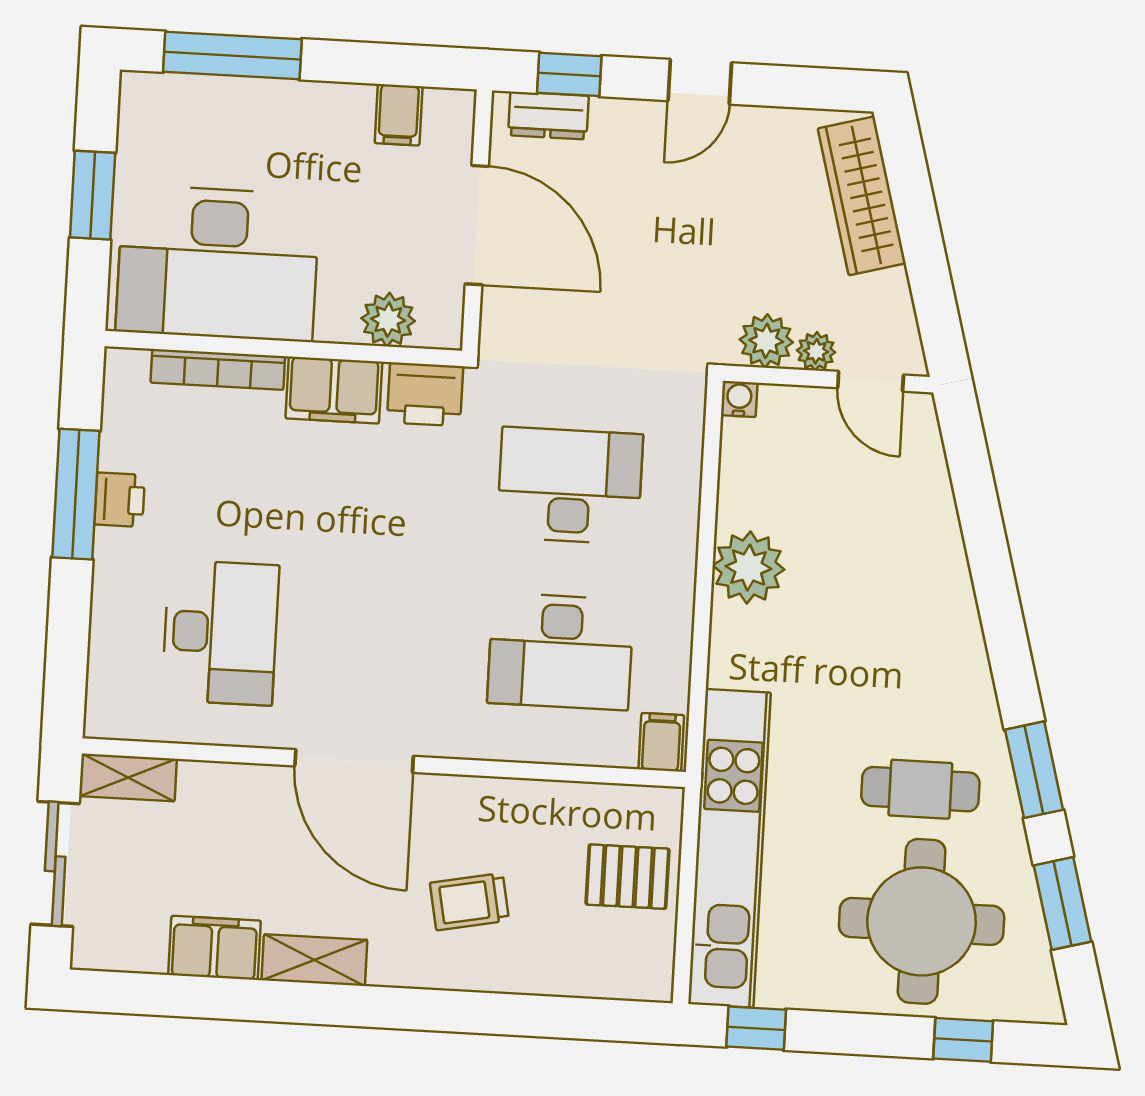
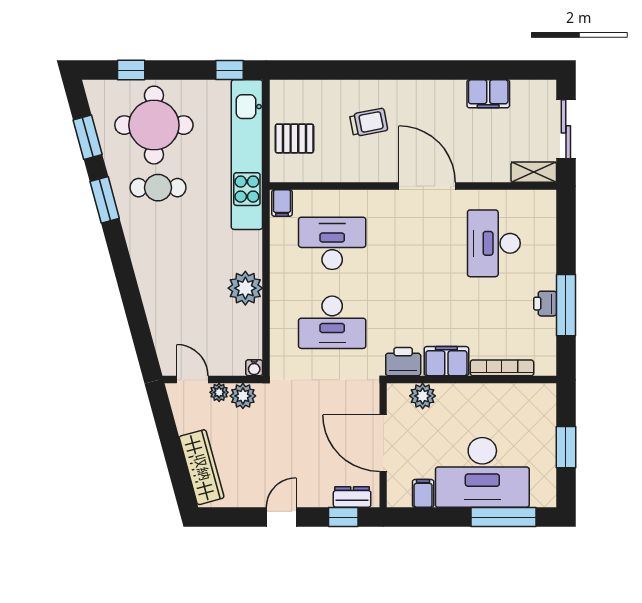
desk: (218, 263) -> (482, 472), moved, turned 180
shelving: (314, 960) -> (441, 91), removed

